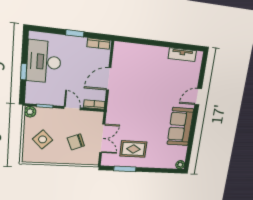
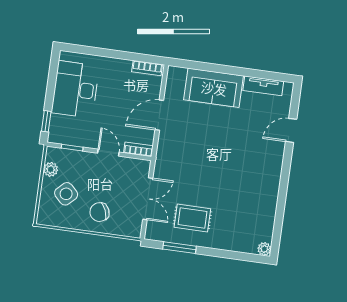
window: (75, 33) -> (117, 54), removed
window: (24, 72) -> (46, 121), moved
door: (198, 97) -> (291, 130), moved
plant: (30, 112) -> (51, 169), moved
sofa: (180, 127) -> (214, 88), moved, turned -90
chair: (76, 142) -> (100, 212), moved

